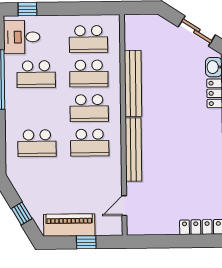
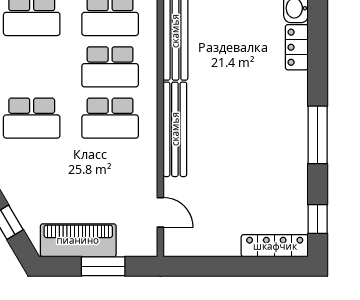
door: (124, 206) -> (160, 212), swing flipped
window: (86, 242) -> (103, 266), width x1.50

